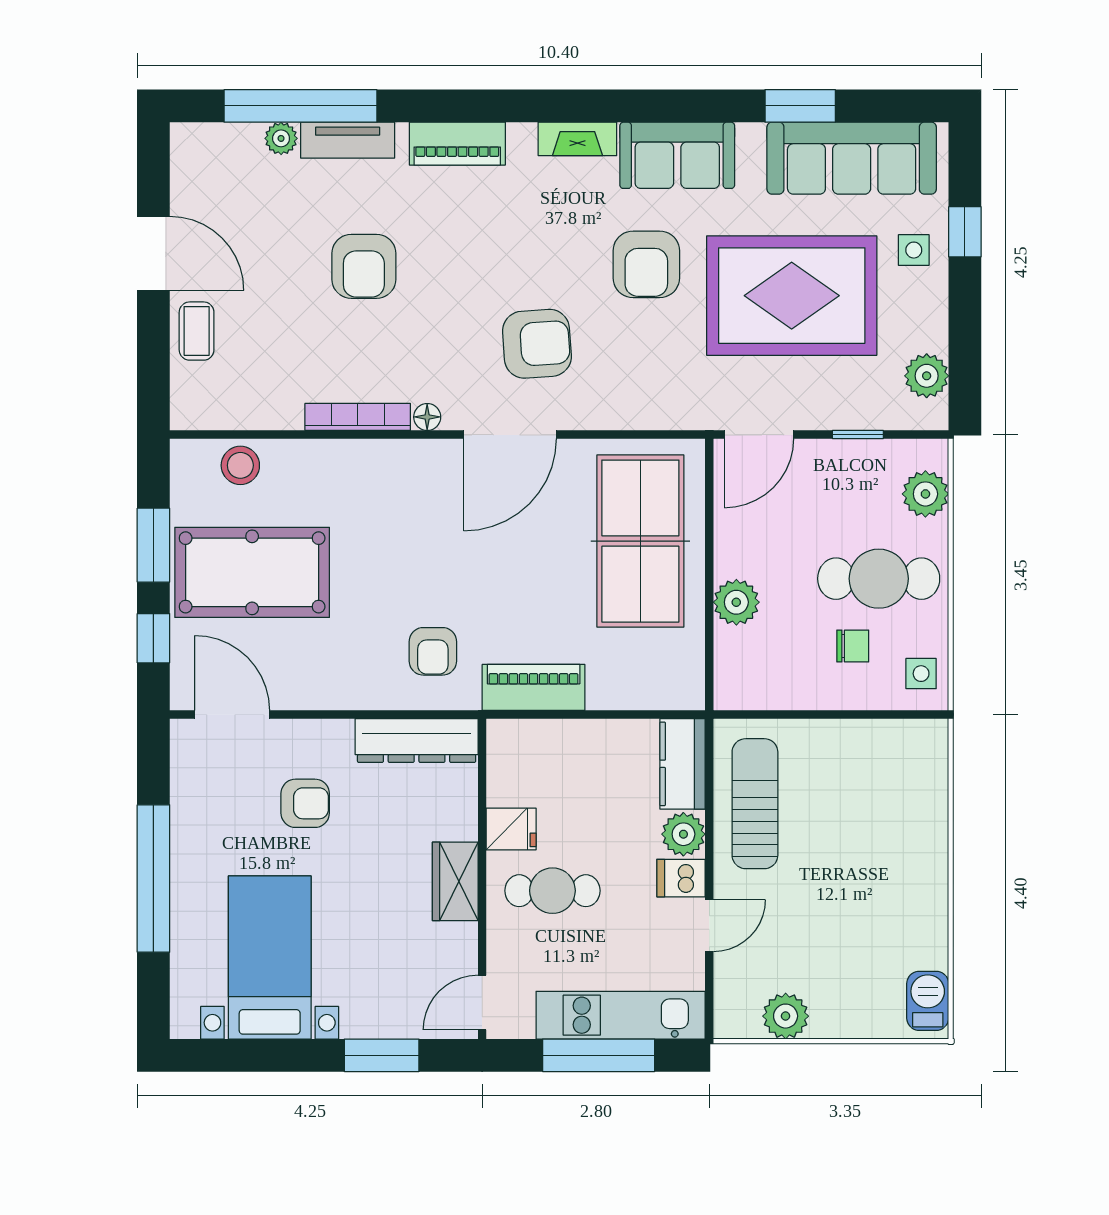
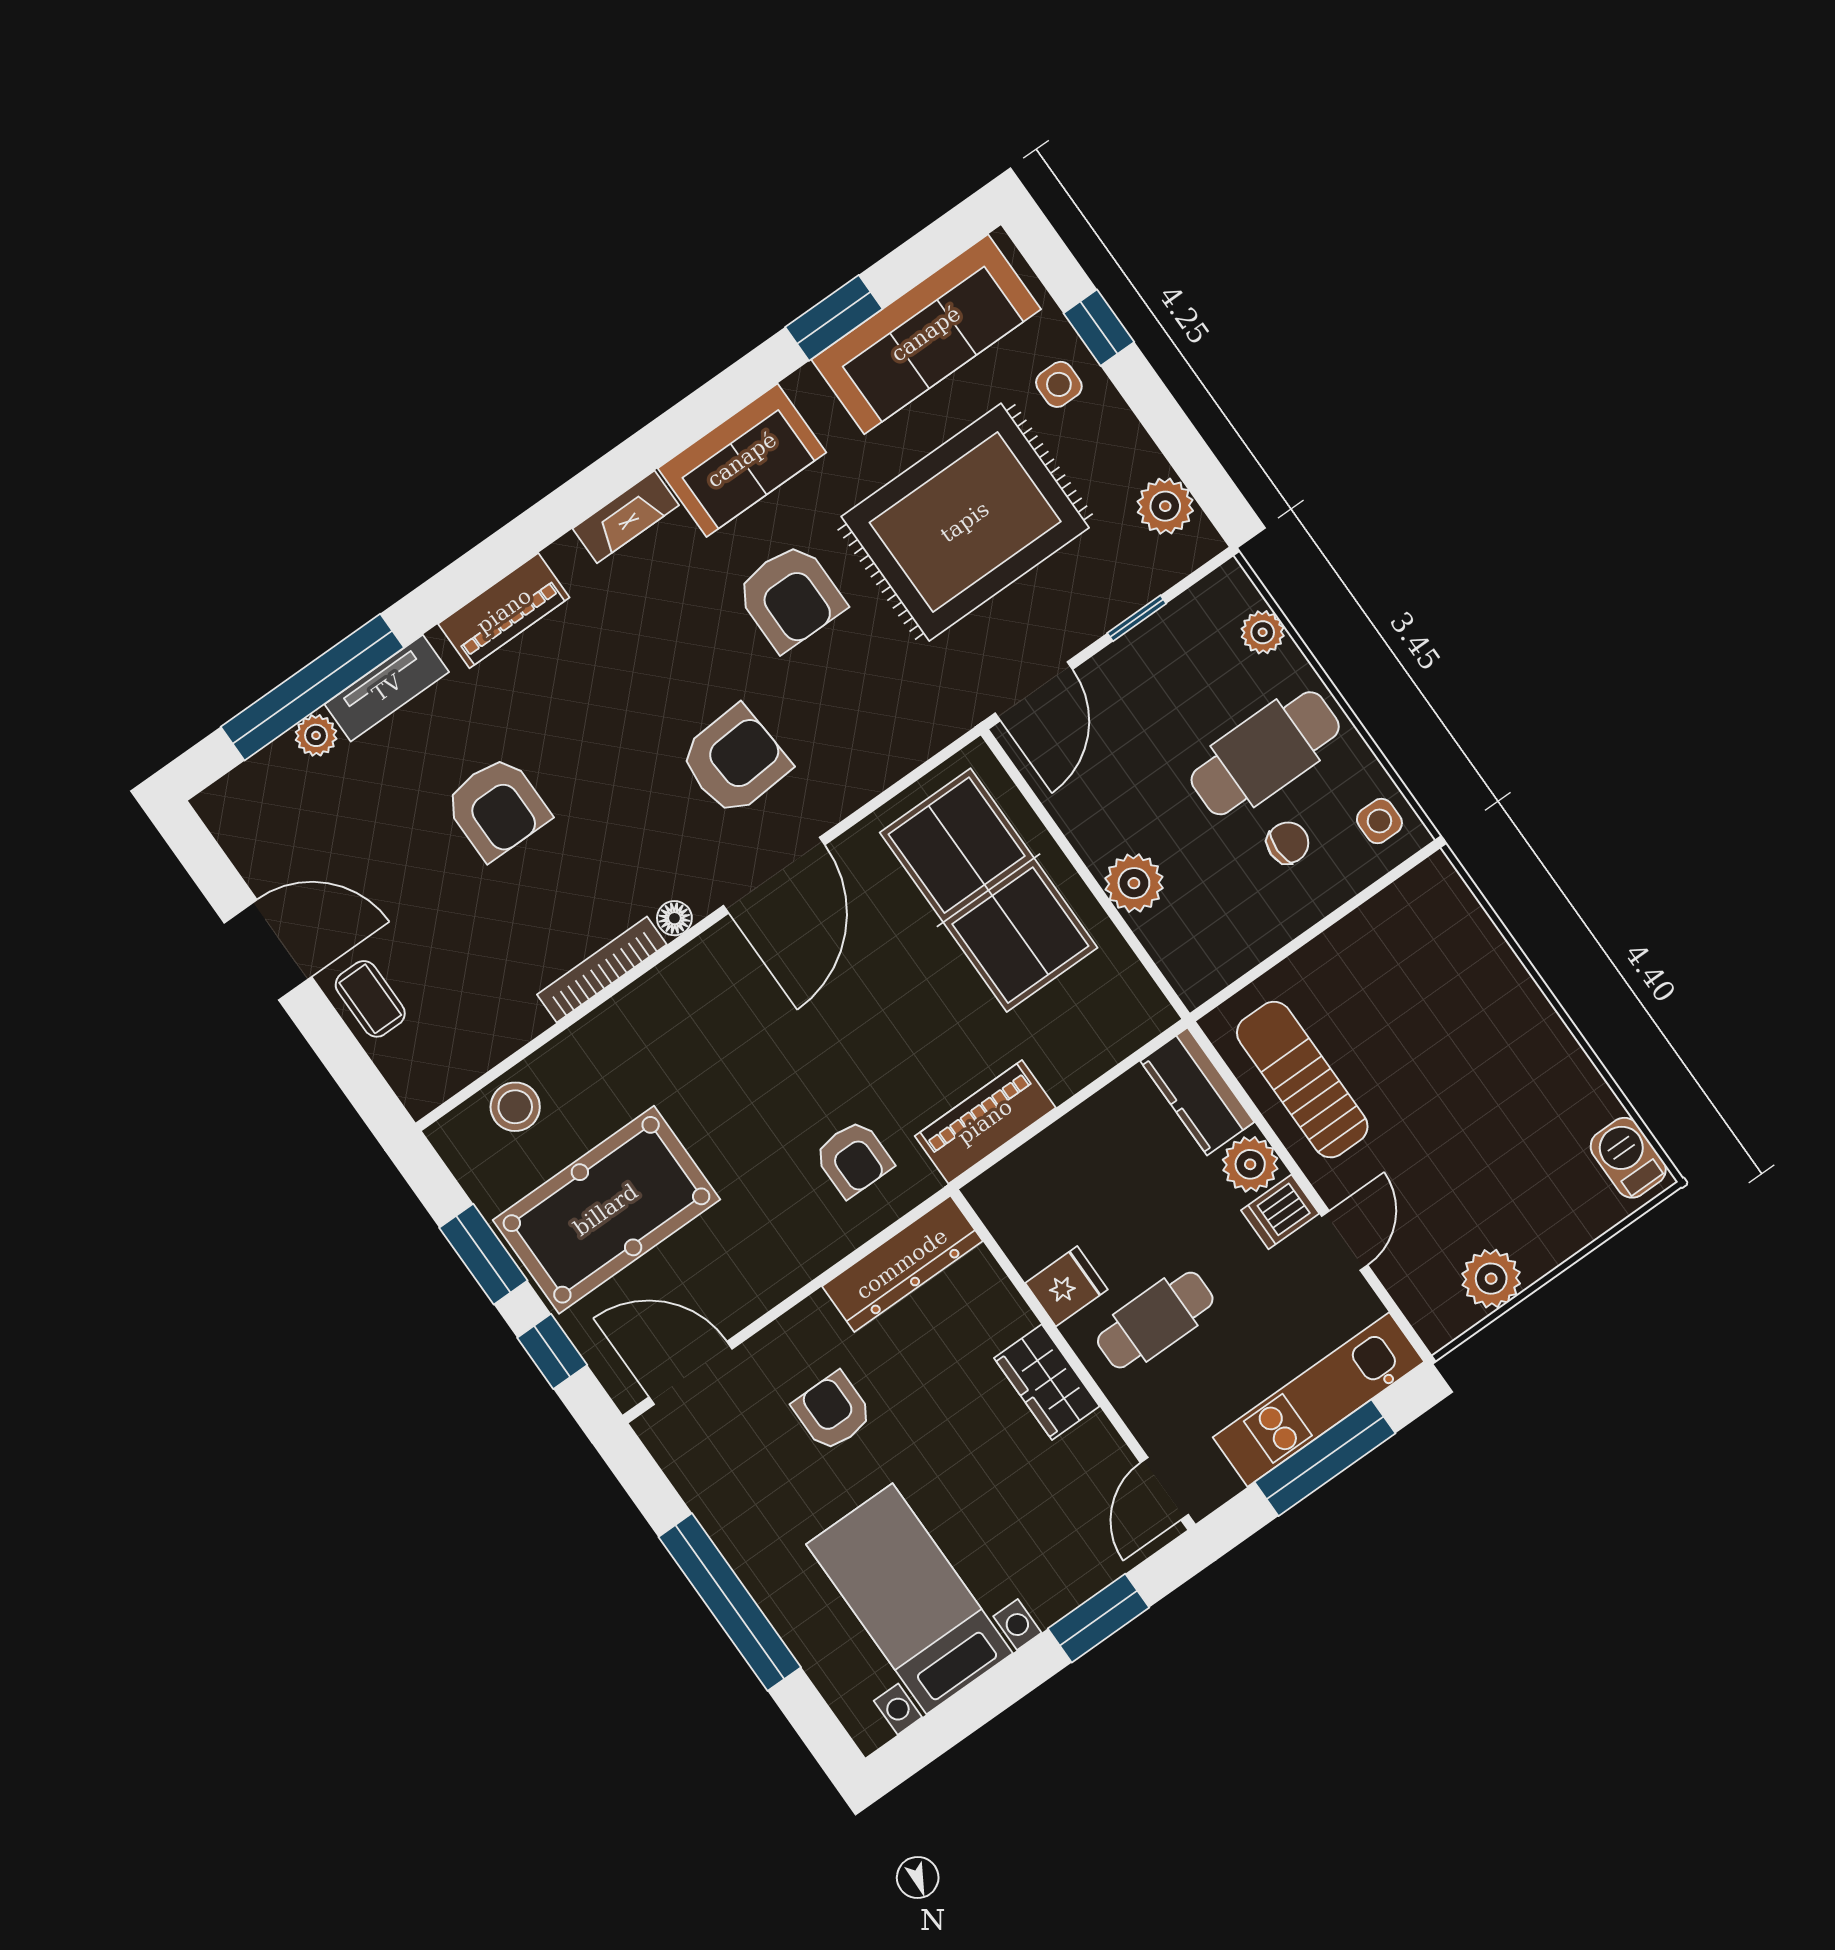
plant: (925, 494) -> (1263, 632), width x0.73, depth x0.73
armchair: (305, 803) -> (833, 1412), turned -90

